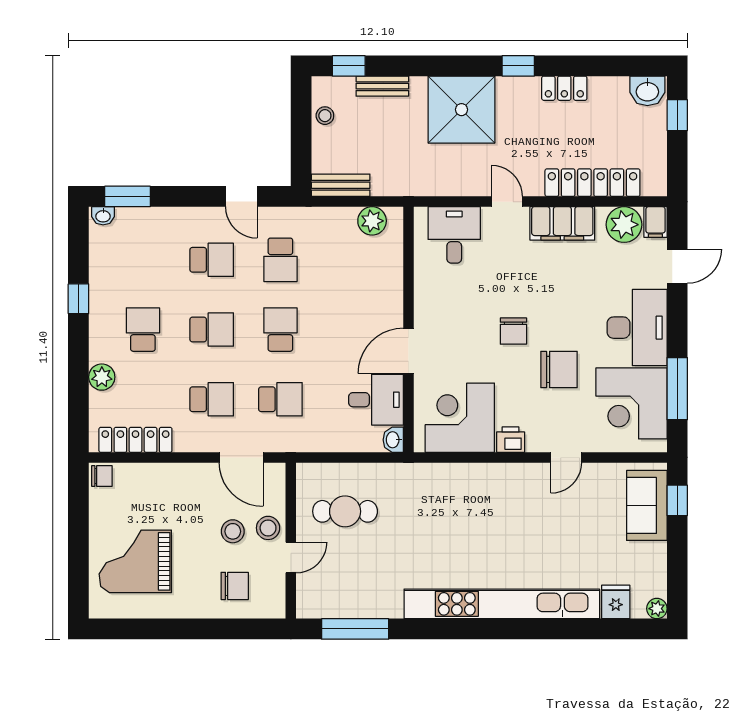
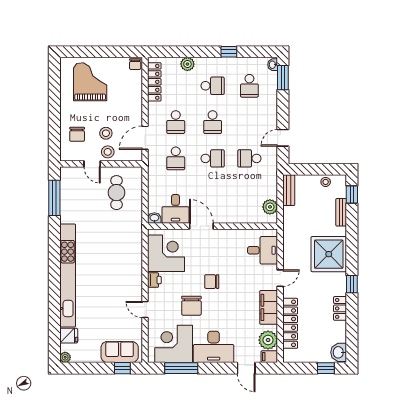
school desk: (212, 260) -> (249, 86), moved

